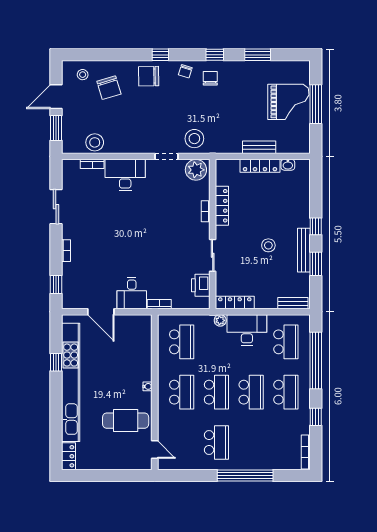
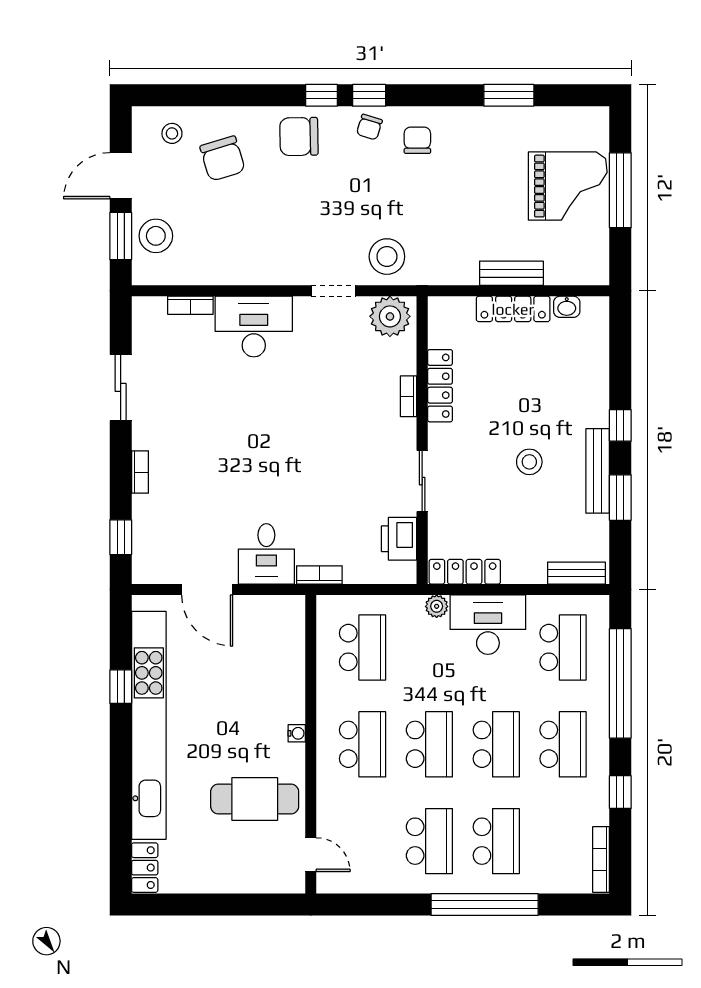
window: (215, 55) -> (369, 95), moved
stool: (95, 142) -> (156, 236), moved
school desk: (251, 443) -> (496, 841), added

